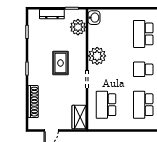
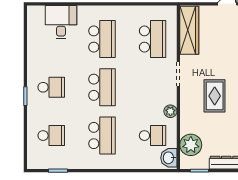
school desk: (106, 34) -> (153, 136), added
plant: (97, 56) -> (170, 111), width x0.53, depth x0.53
school desk: (143, 69) -> (102, 87), width x1.85
wardrobe: (79, 117) -> (189, 30), width x1.50

